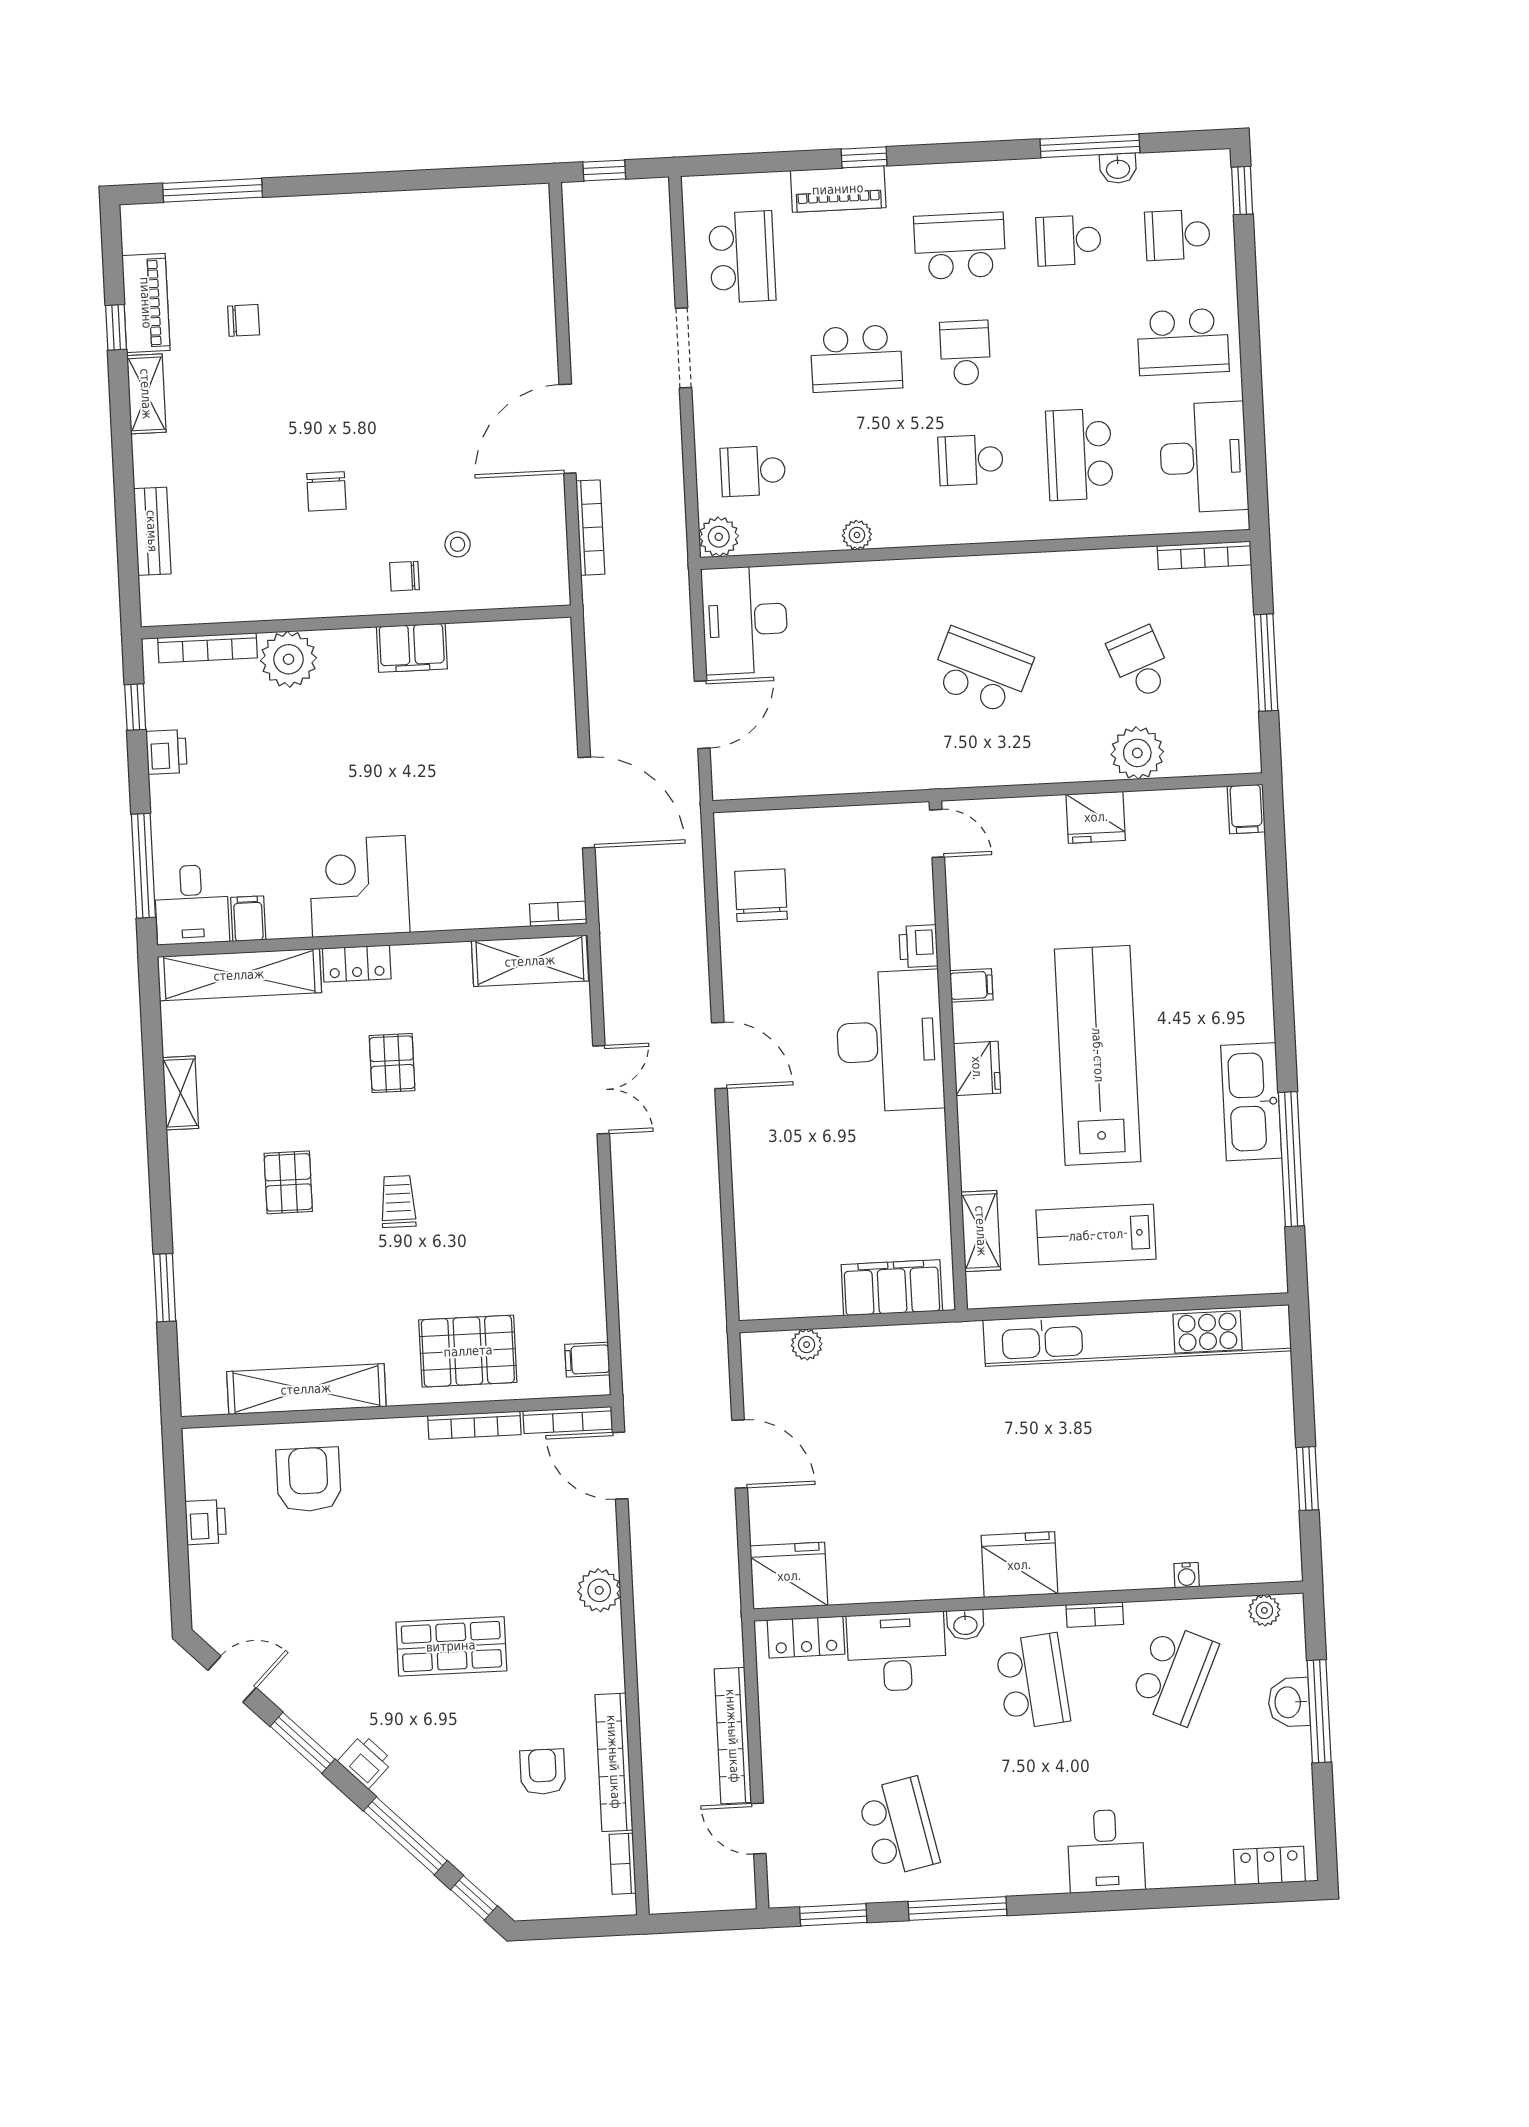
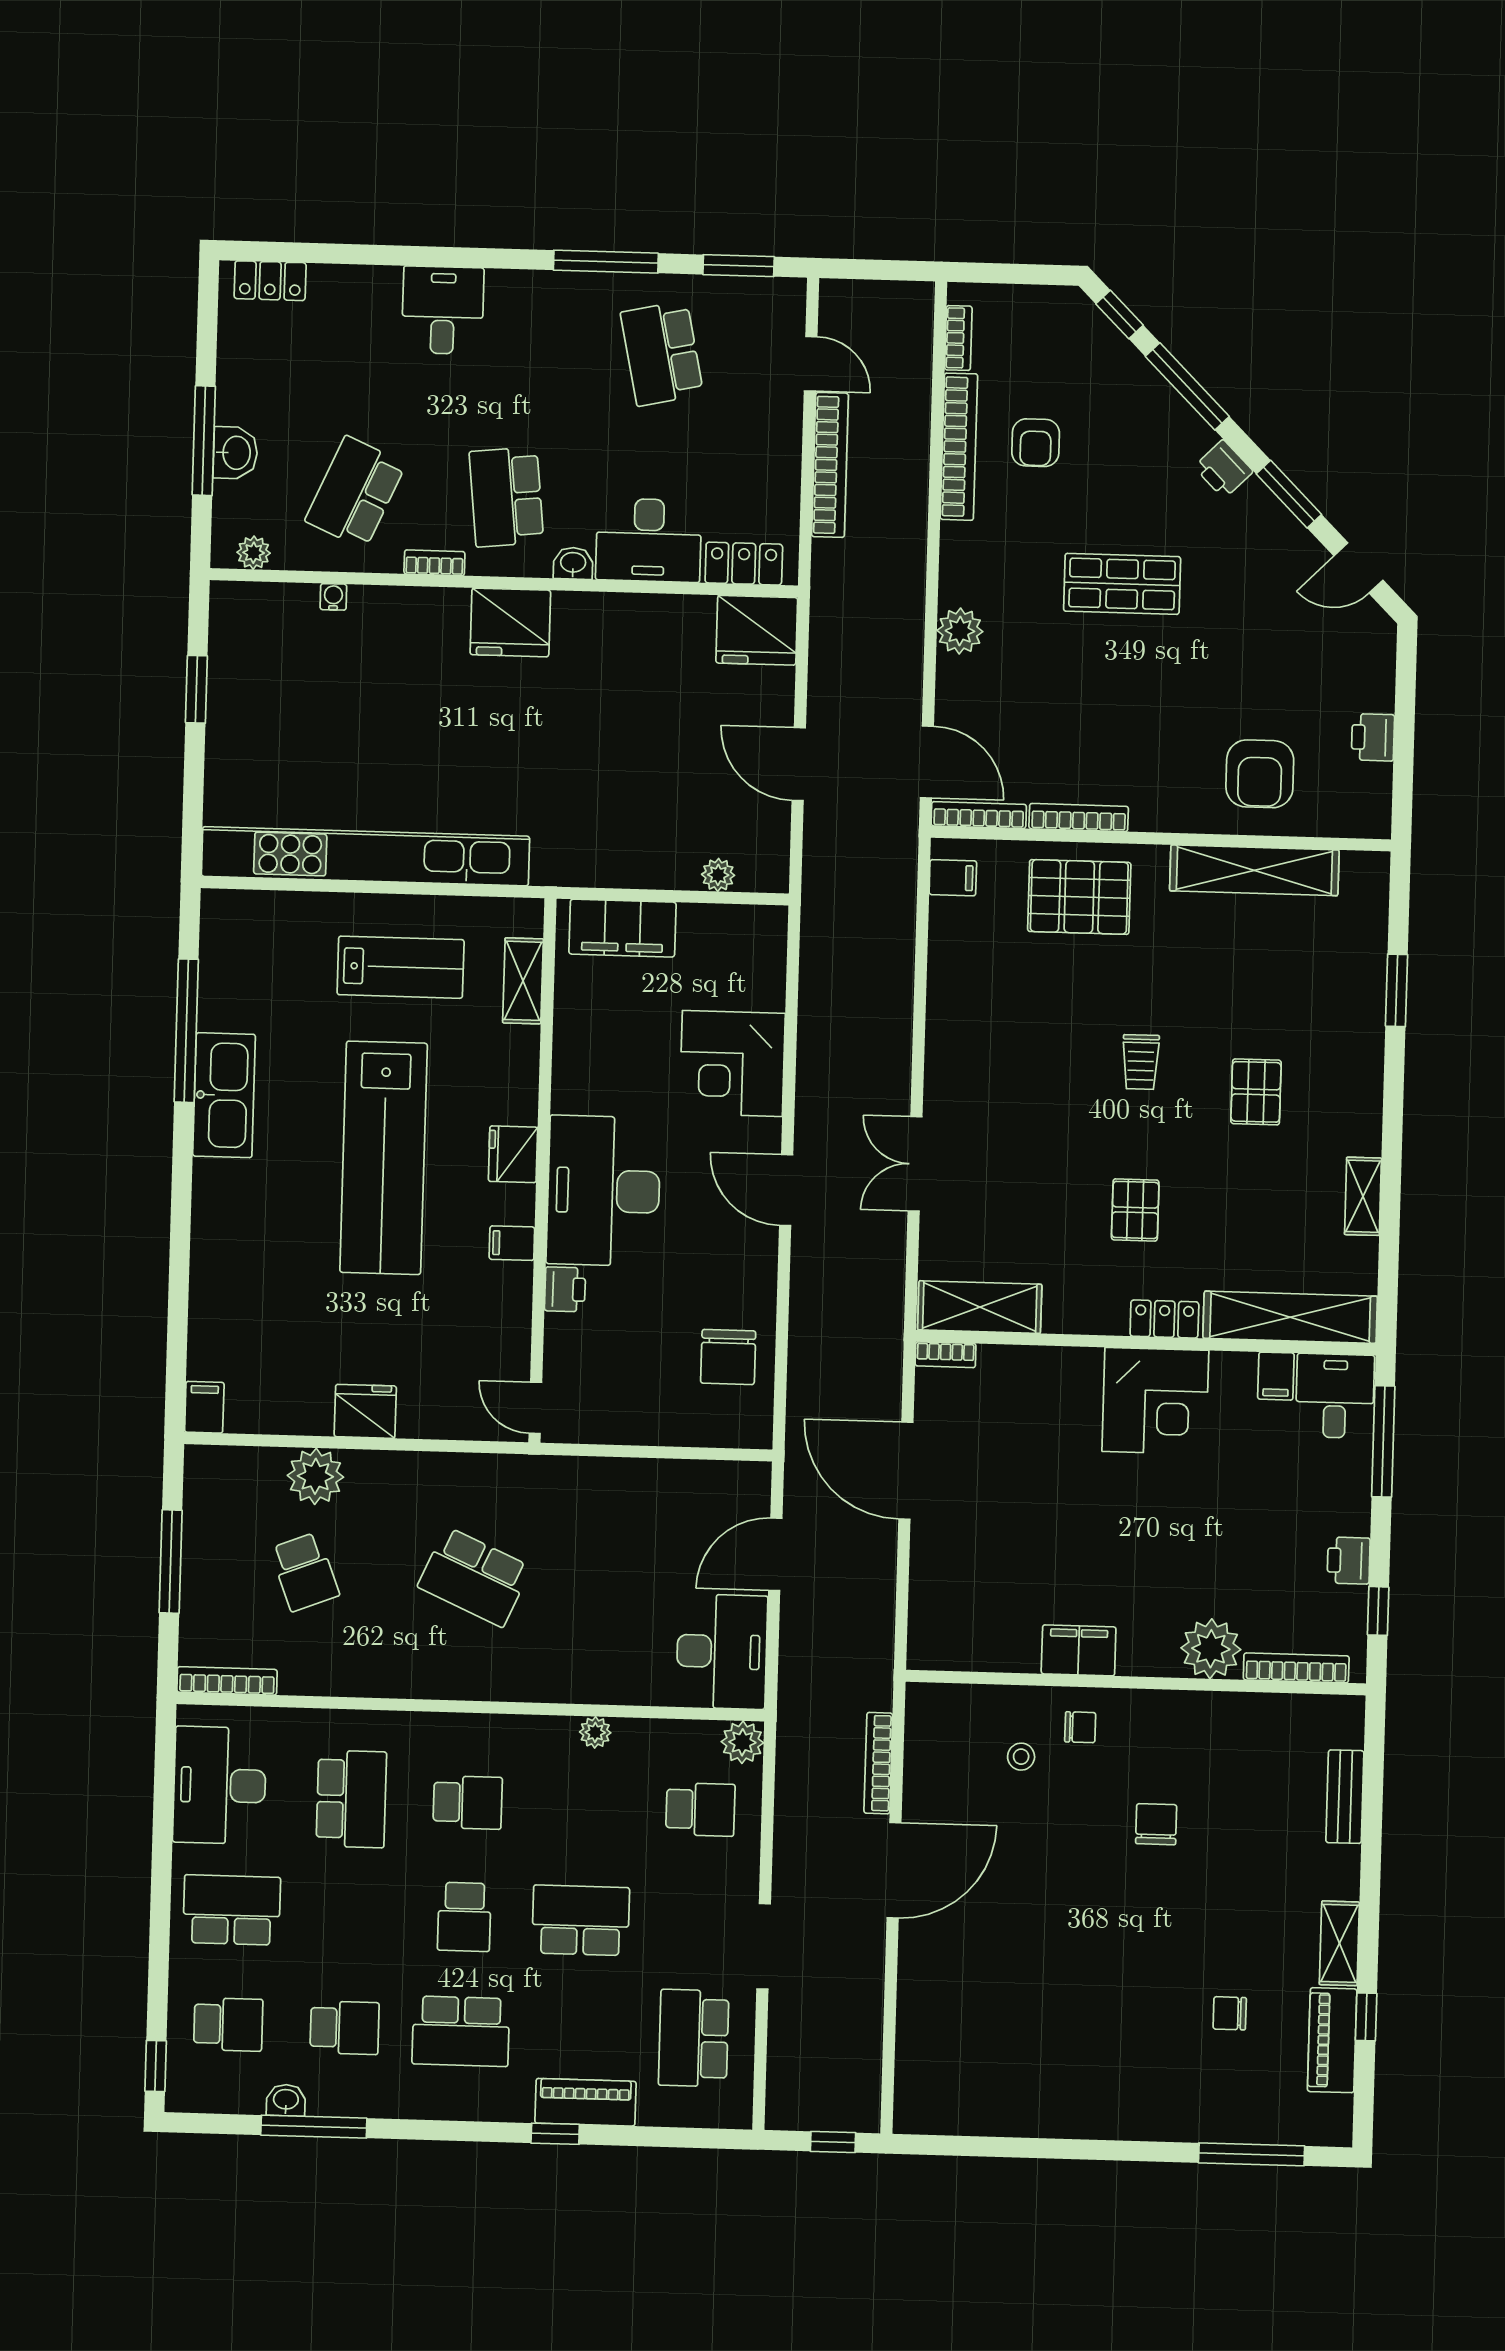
corner desk: (779, 1170) -> (732, 1063), added

